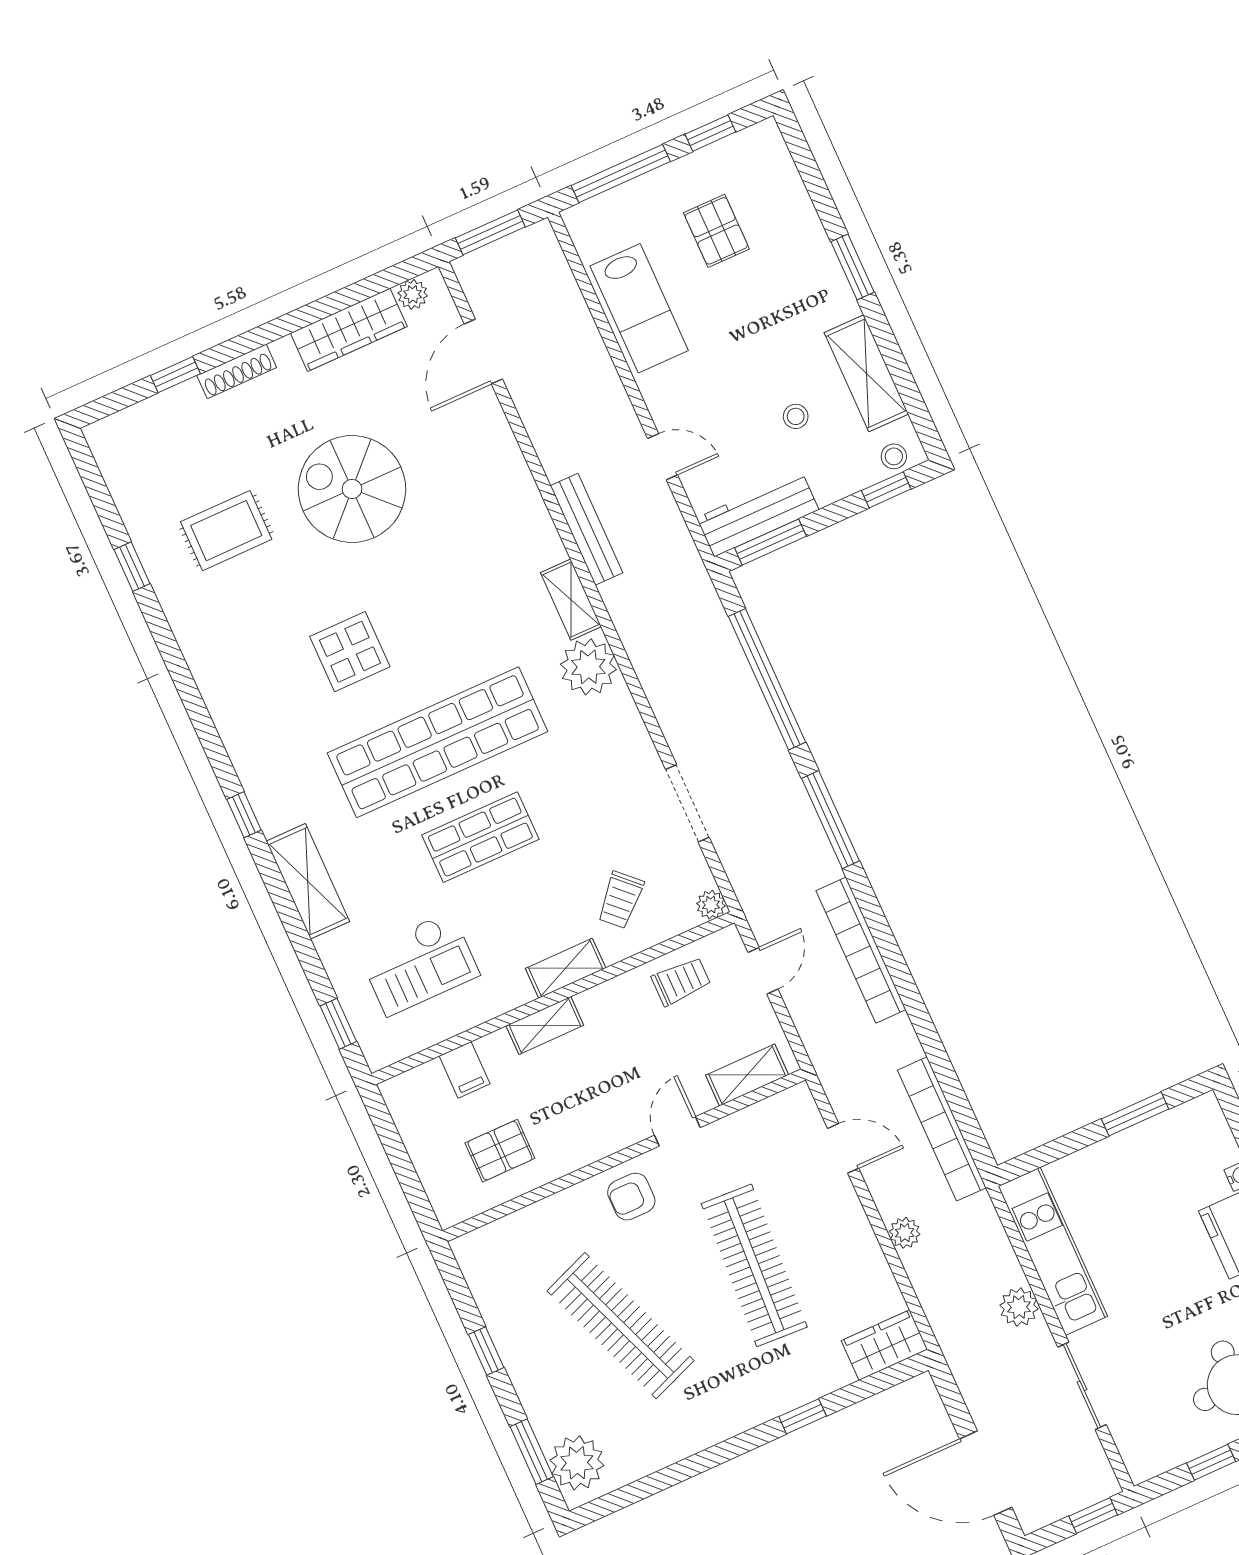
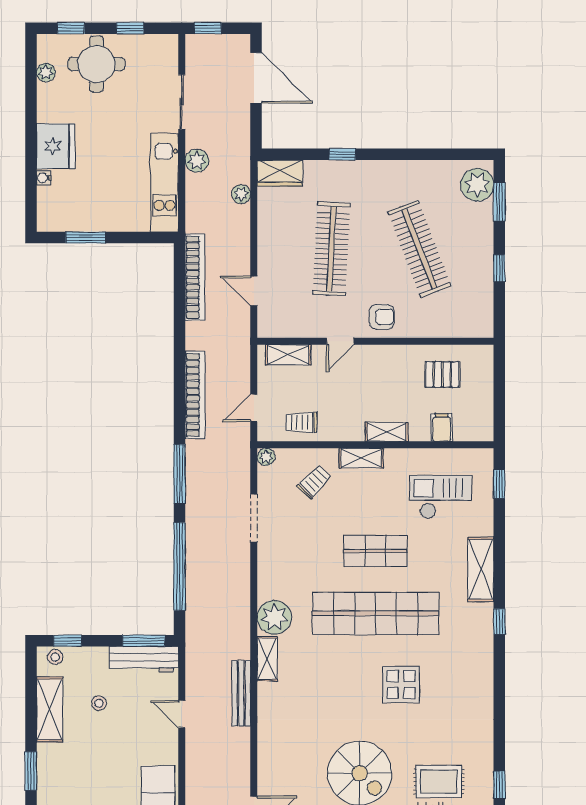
plant: (905, 1233) -> (241, 194), moved

